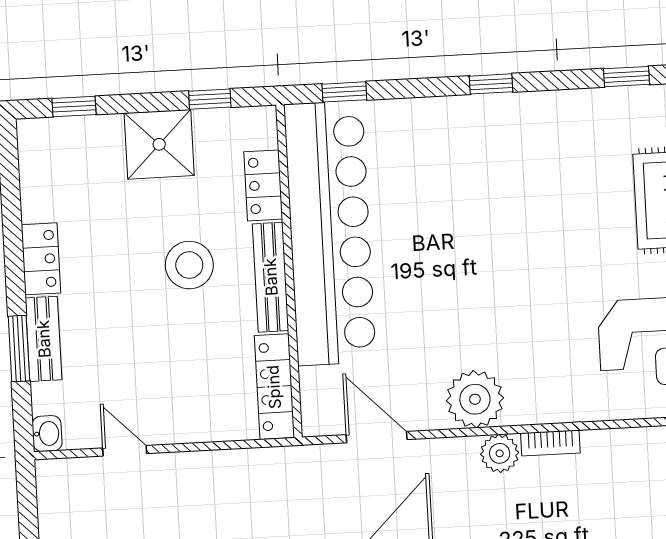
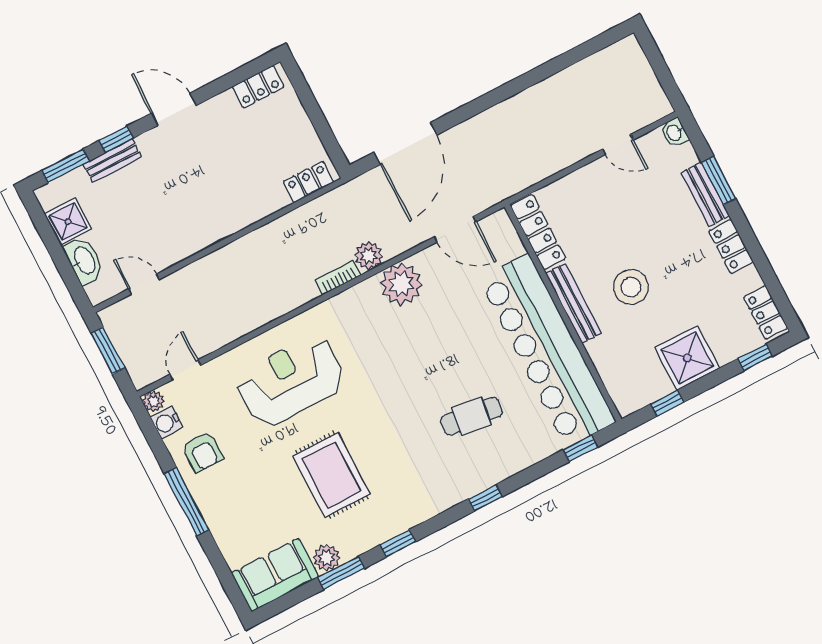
locker: (263, 185) -> (766, 313), moved, turned 180
cafe table: (462, 194) -> (472, 416), added

